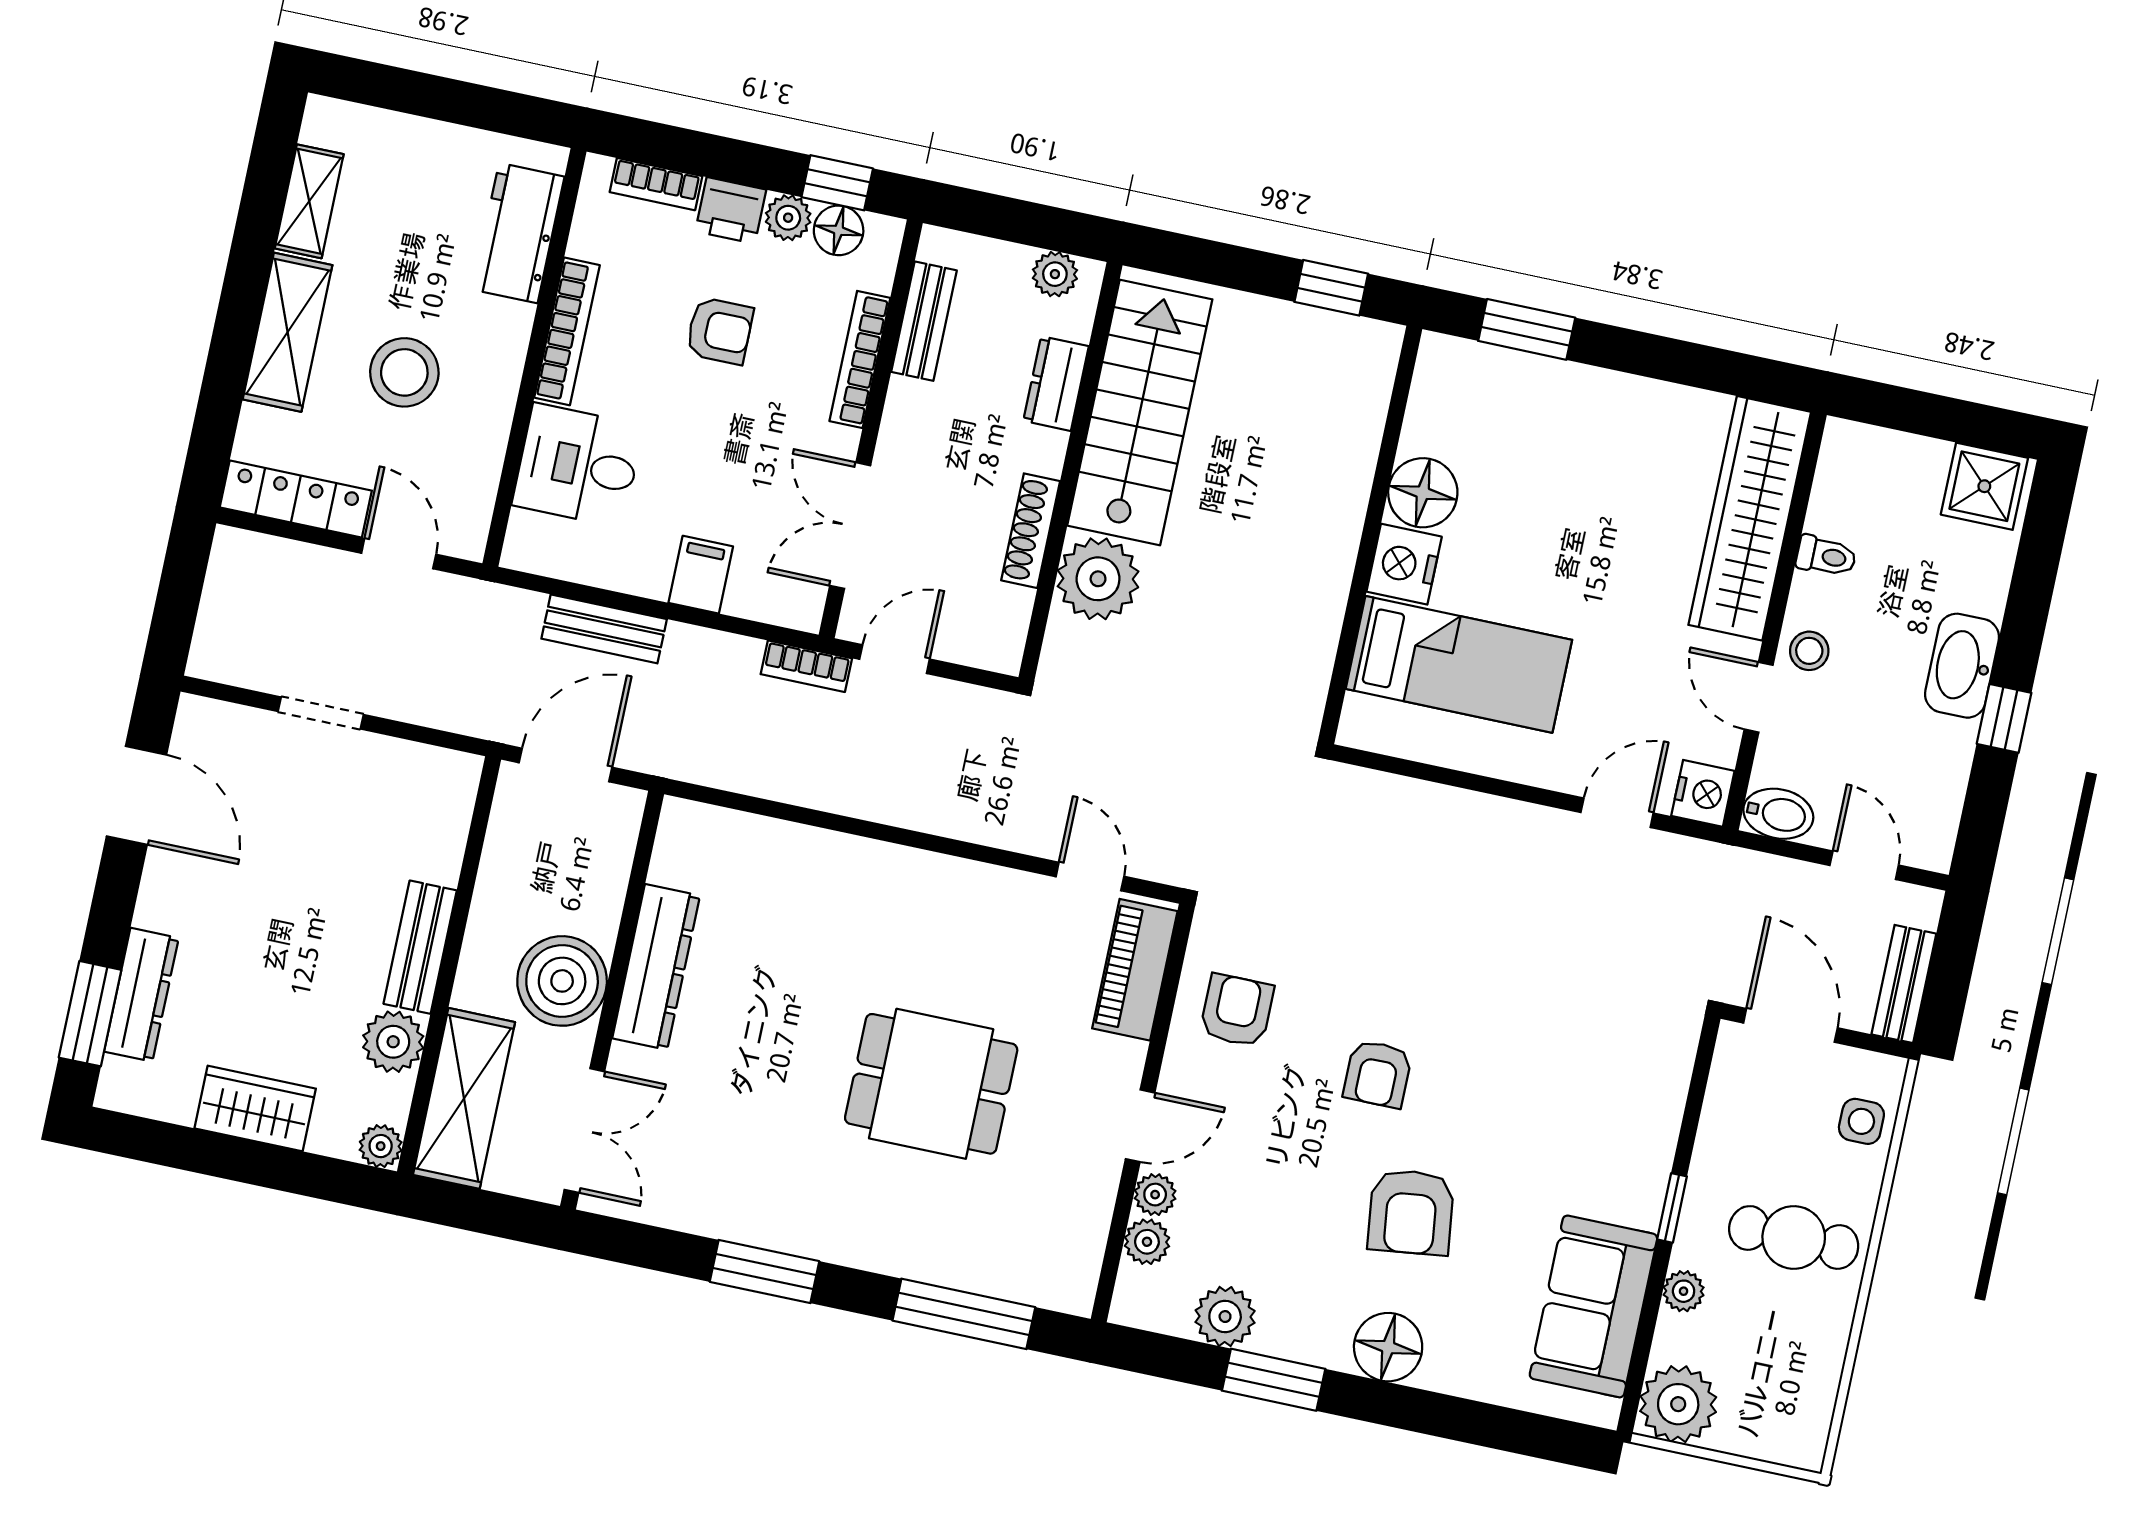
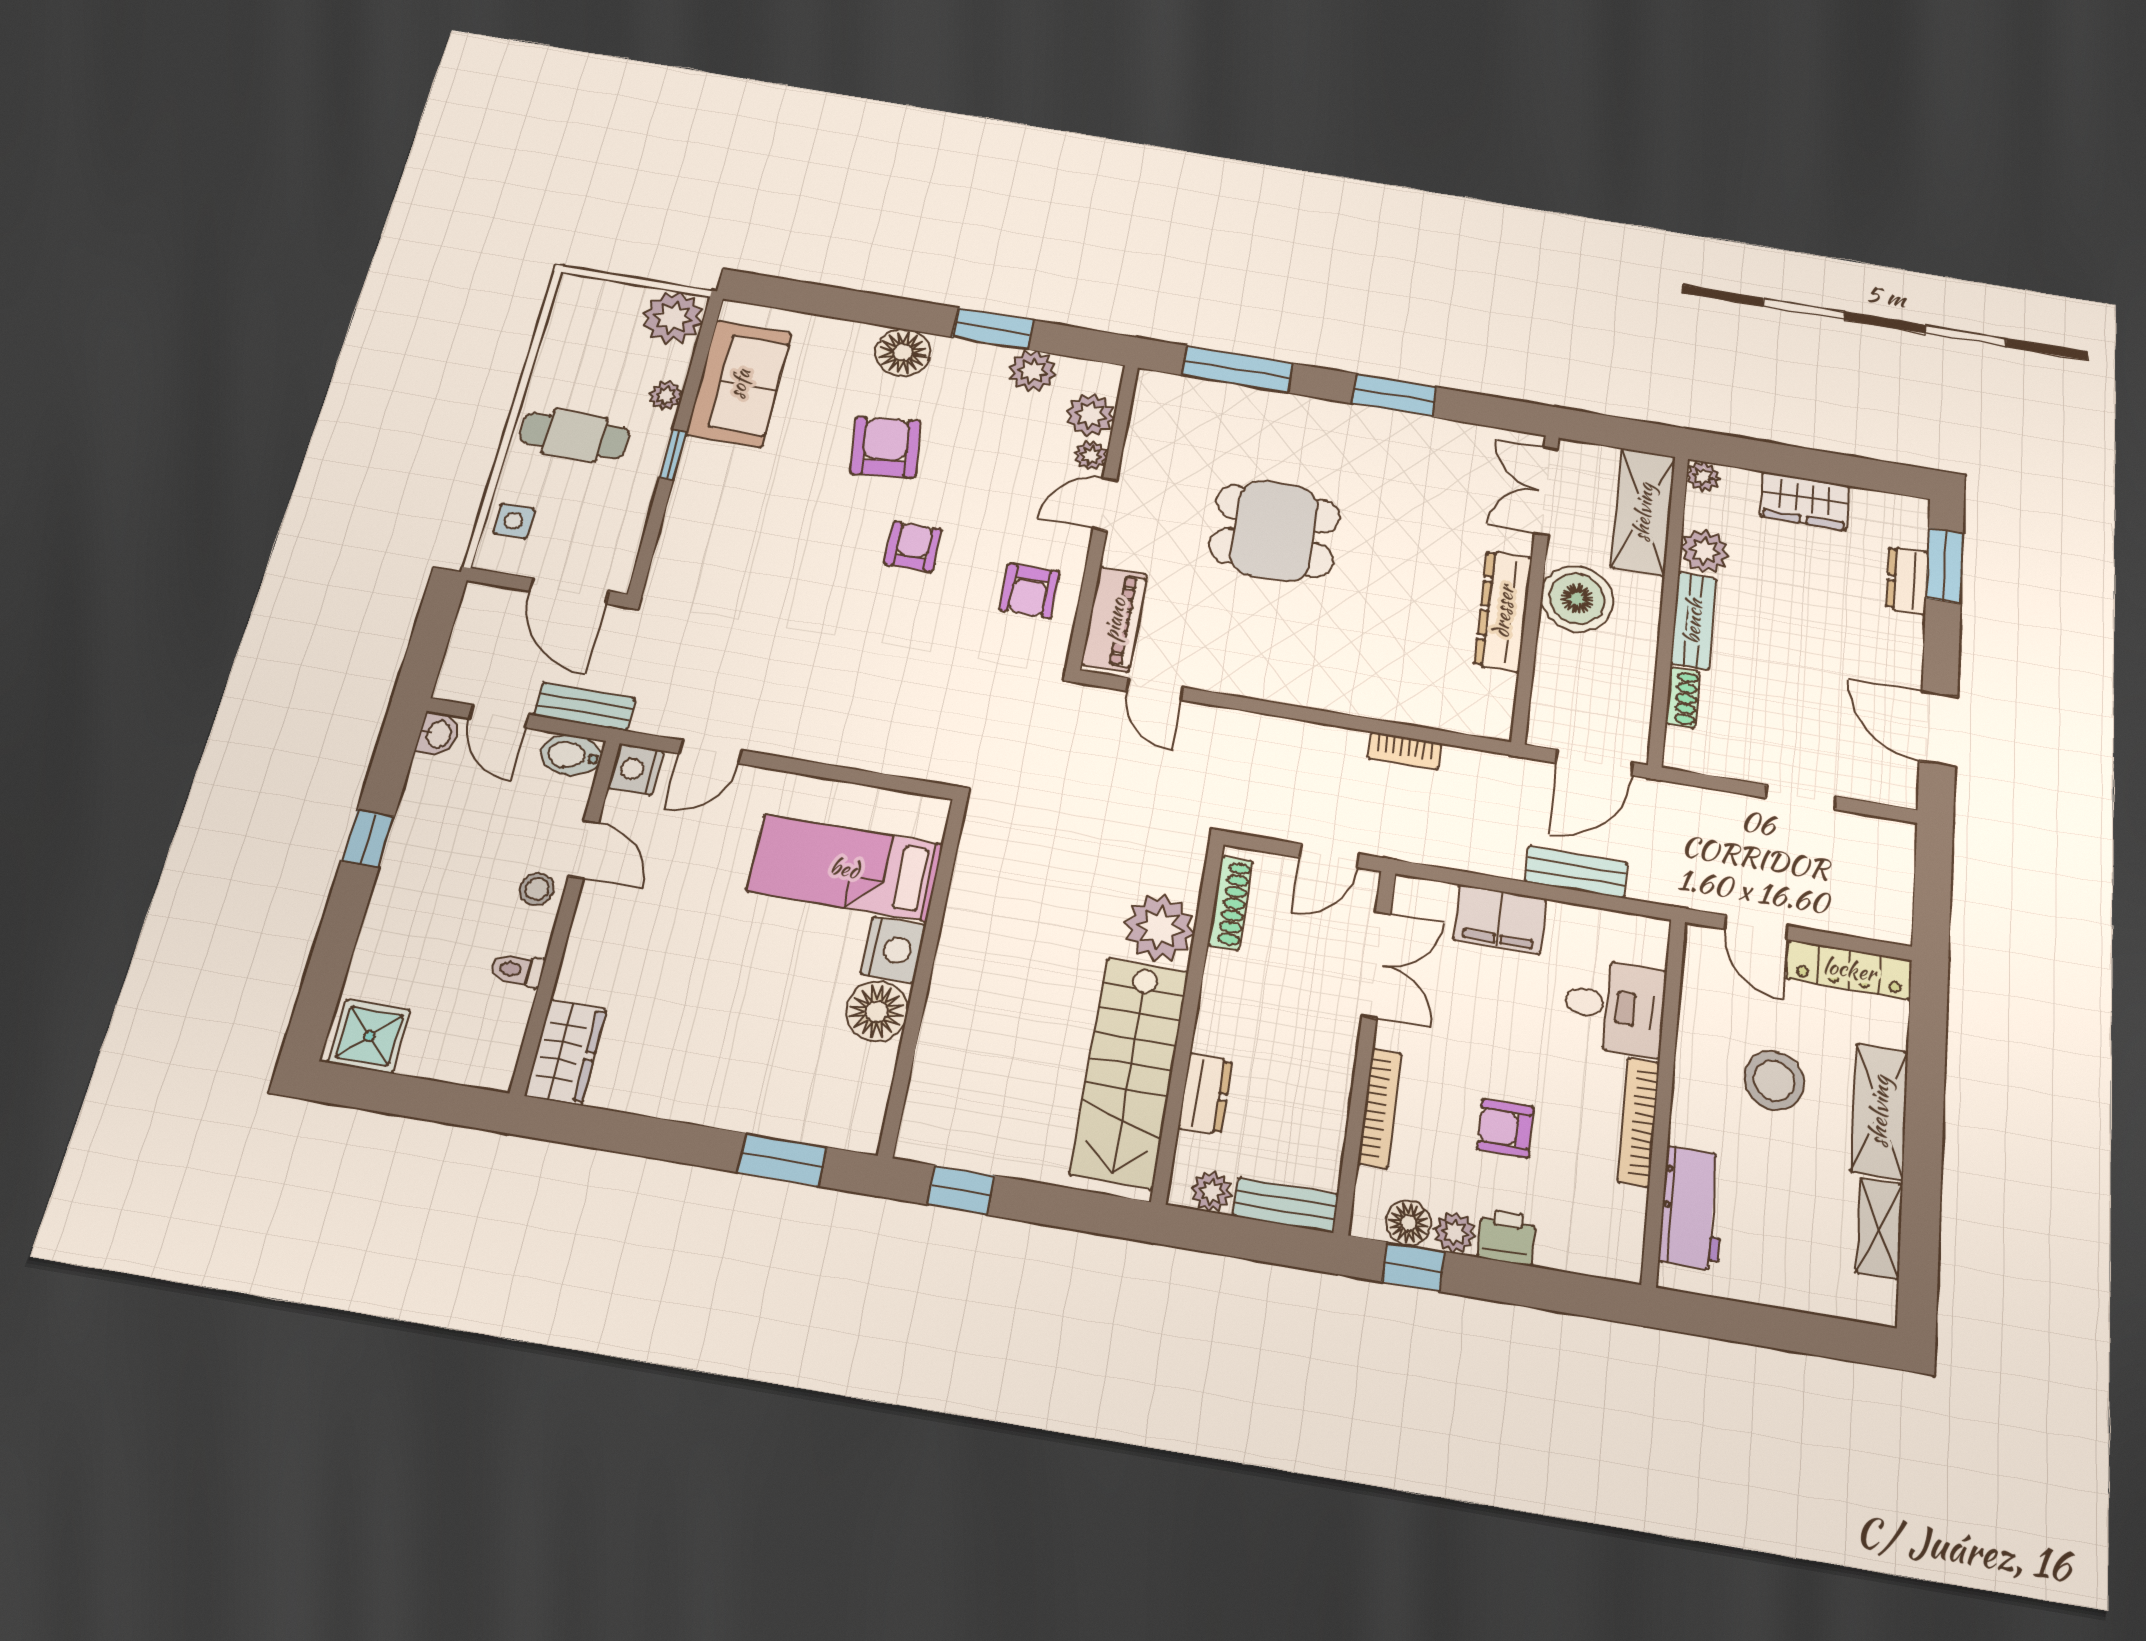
bookcase: (656, 184) -> (1576, 1258), removed
bench: (924, 321) -> (1286, 1205), moved, turned 90
wardrobe: (1750, 518) -> (566, 1052), width x0.48, depth x0.85
shoe rack: (1031, 531) -> (1230, 903), moved
filing cabinet: (701, 575) -> (1500, 919), width x2.00
bookcase: (806, 666) -> (1405, 751), moved, turned 180
washbasin: (1962, 666) -> (438, 734), moved, width x0.52, depth x0.69
shoe rack: (448, 846) -> (1682, 698), added
bench: (1904, 984) -> (584, 707), moved, turned 90
dresser: (141, 995) -> (1907, 580), width x0.70
plant: (1147, 1242) -> (1090, 415), width x1.38, depth x1.38

